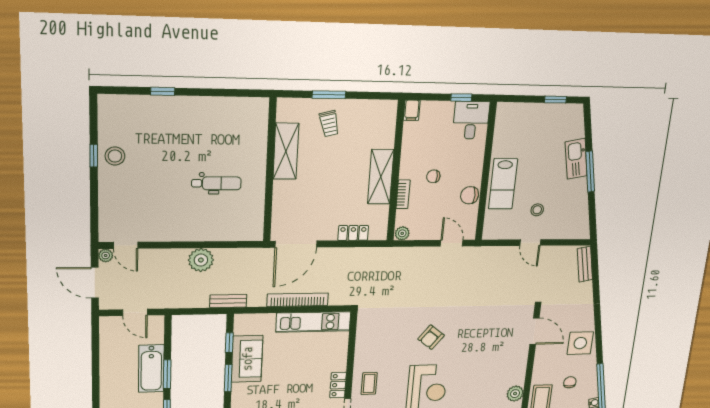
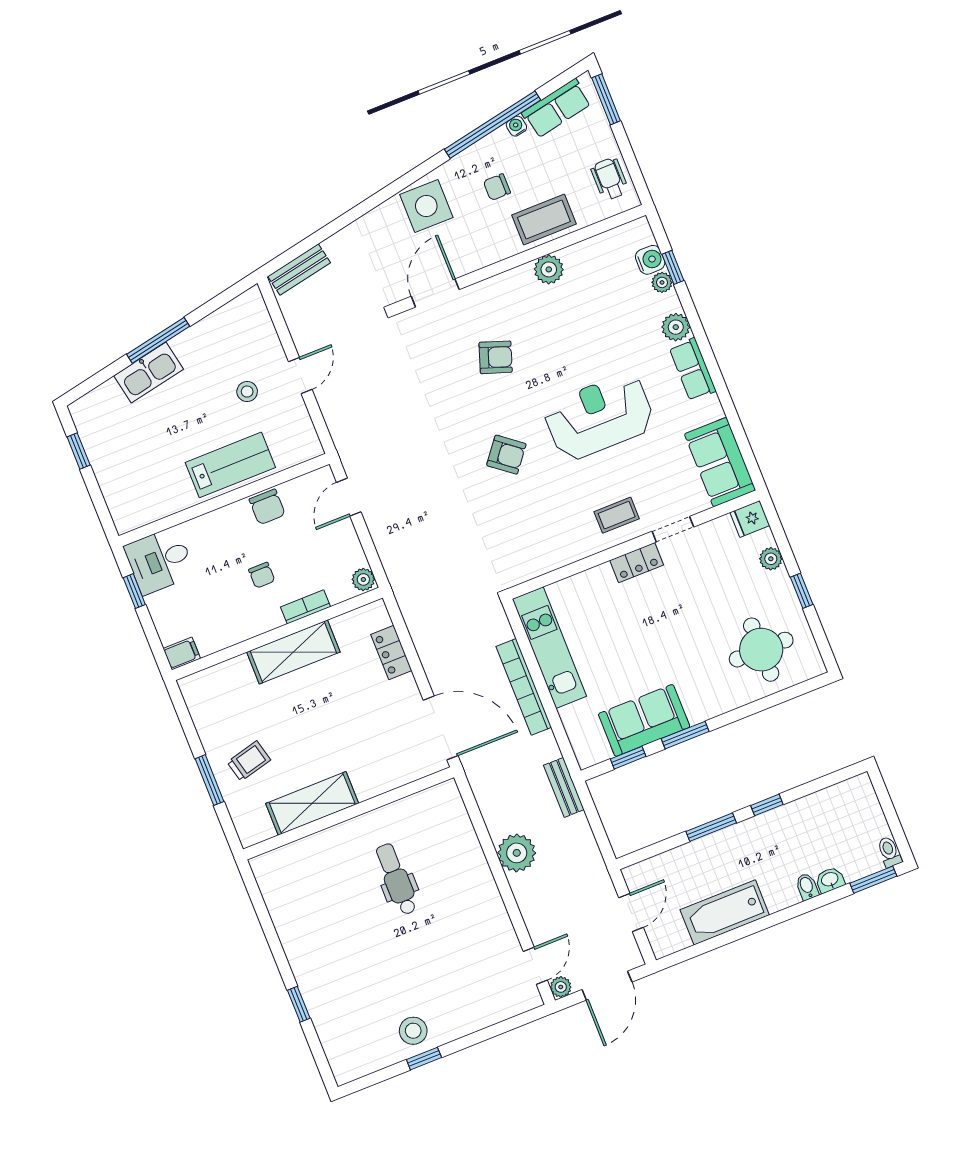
armchair: (485, 350) -> (496, 357), added
bathtub: (151, 369) -> (725, 912), moved, turned 180

